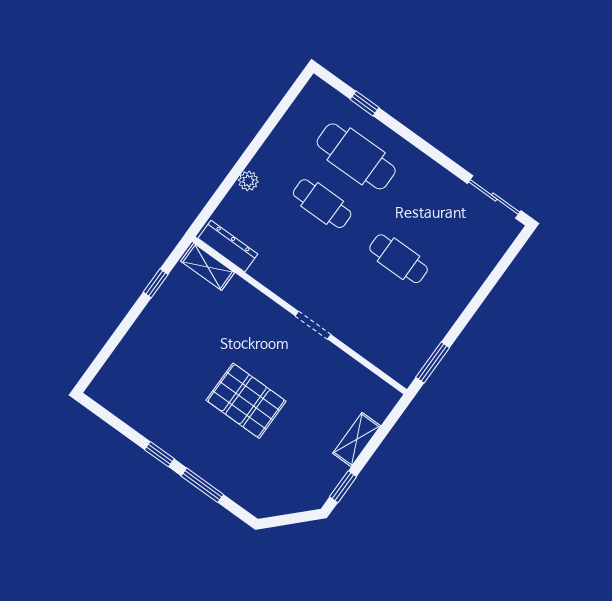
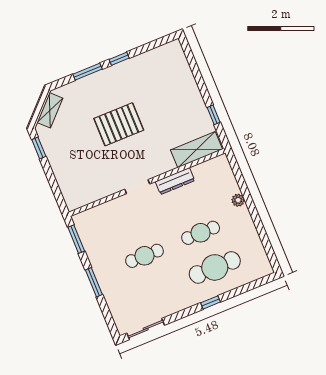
window: (364, 103) -> (211, 302), moved
dresser: (228, 246) -> (175, 181), moved
shelving: (208, 267) -> (197, 150), width x1.50, depth x1.33
window: (475, 304) -> (94, 282), added
shelving: (357, 440) -> (50, 110), moved, turned 45

